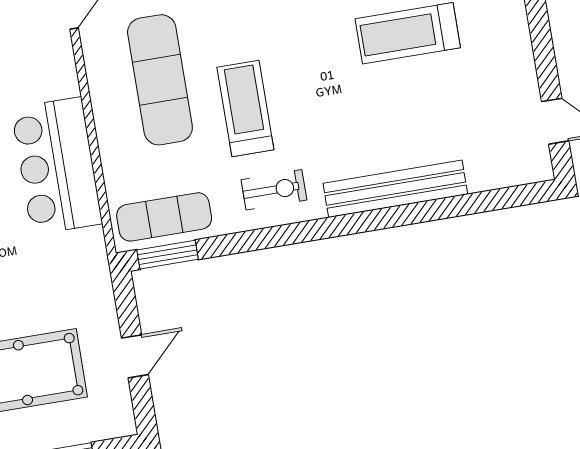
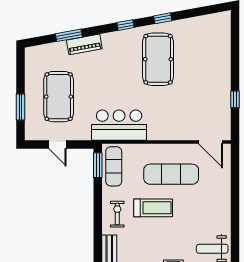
bar counter: (57, 166) -> (119, 125), moved
exercise bike: (274, 190) -> (117, 214), turned 180

